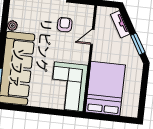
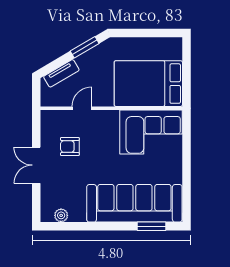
plant: (12, 26) -> (61, 215), moved
door: (92, 37) -> (82, 108), swing flipped

